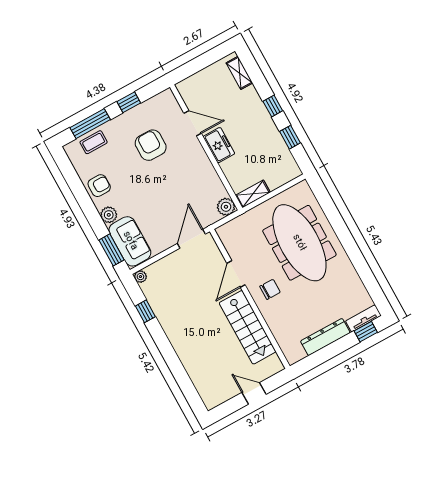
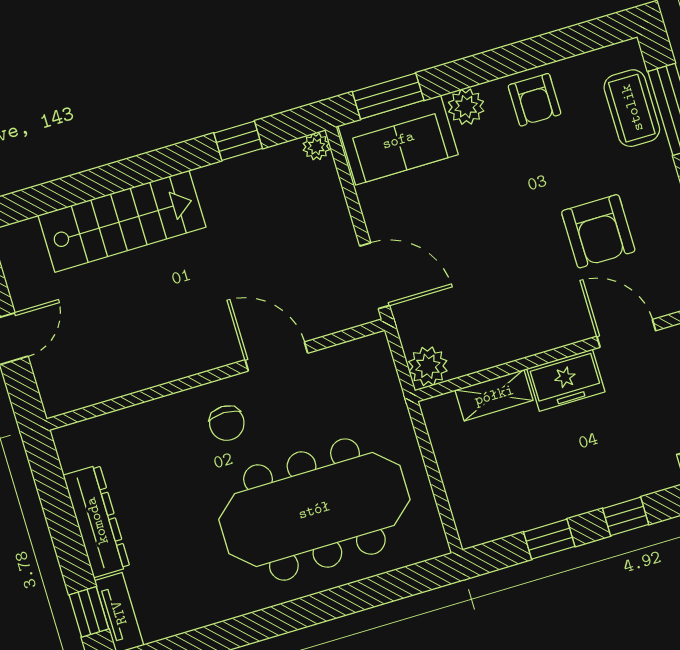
door: (193, 123) -> (626, 333), swing flipped
coffee table: (94, 142) -> (632, 108), width x1.36, depth x1.30
armchair: (151, 145) -> (598, 231), turned 90
shelving: (253, 194) -> (494, 395), moved, turned 90
stairs: (248, 327) -> (122, 221), moved, turned 180

